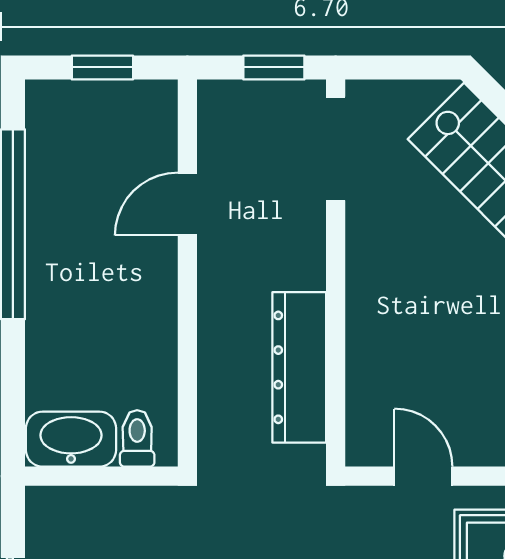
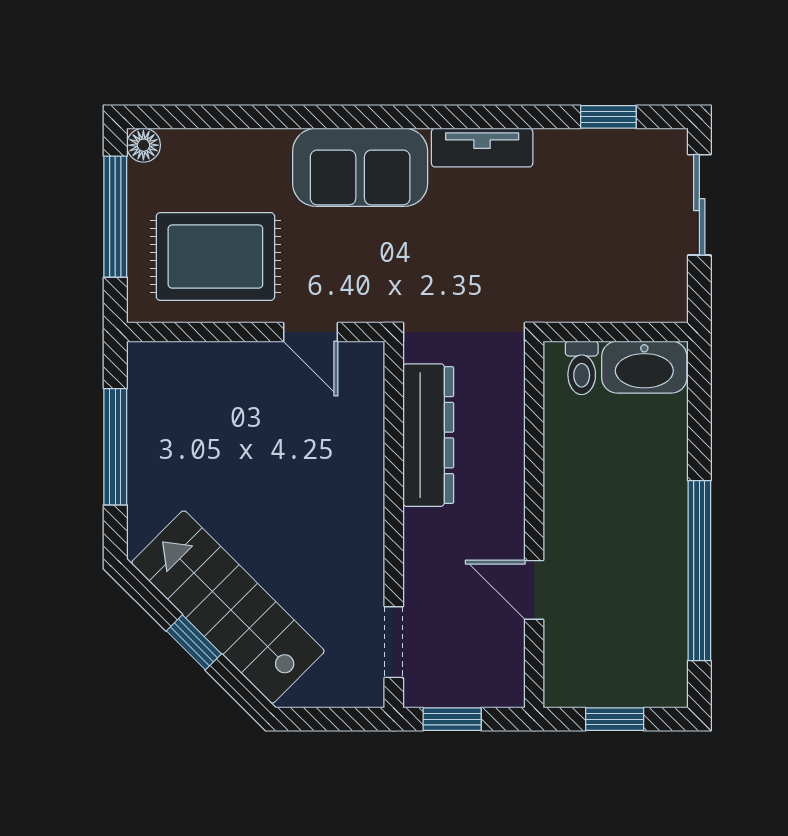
doorway: (336, 149) -> (394, 642), width x0.73
door: (187, 204) -> (534, 590), swing flipped

